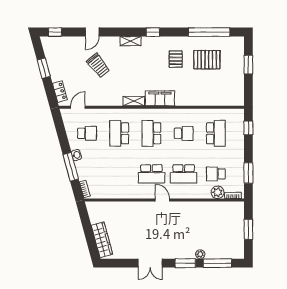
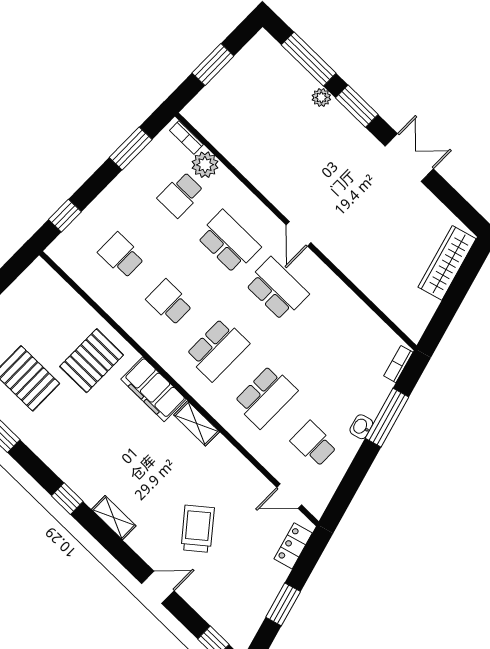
pallet: (176, 59) -> (92, 361), moved, width x1.50, depth x1.42
school desk: (216, 133) -> (121, 255), width x0.54
school desk: (216, 174) -> (181, 195), turned 90

